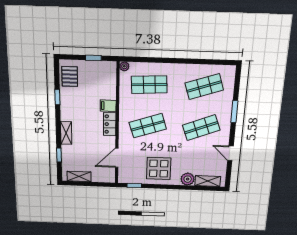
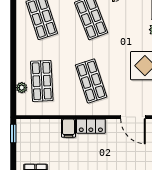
window: (93, 58) -> (13, 134), moved
plant: (124, 66) -> (22, 88), moved

